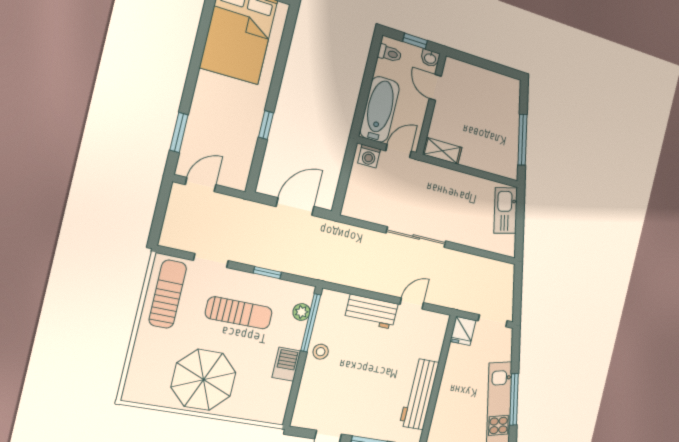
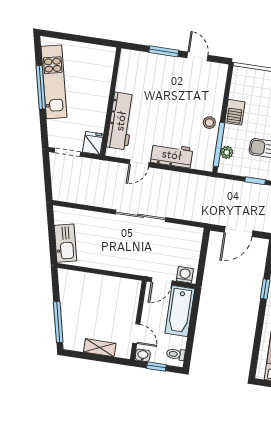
window: (522, 140) -> (58, 322), moved
shelving: (442, 151) -> (100, 348), moved
workbench: (419, 394) -> (121, 121), moved

